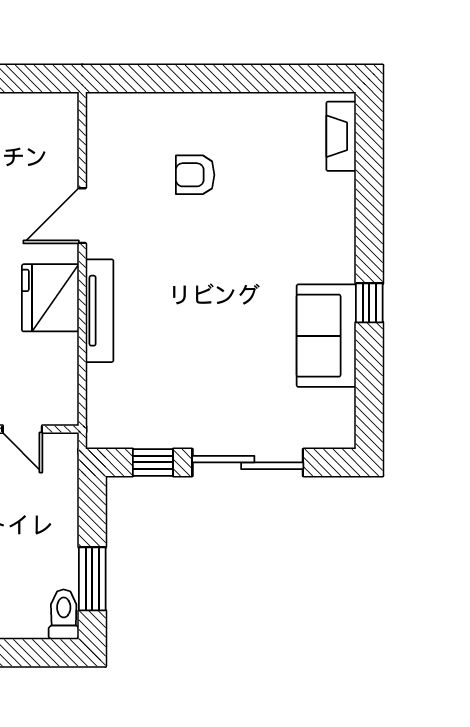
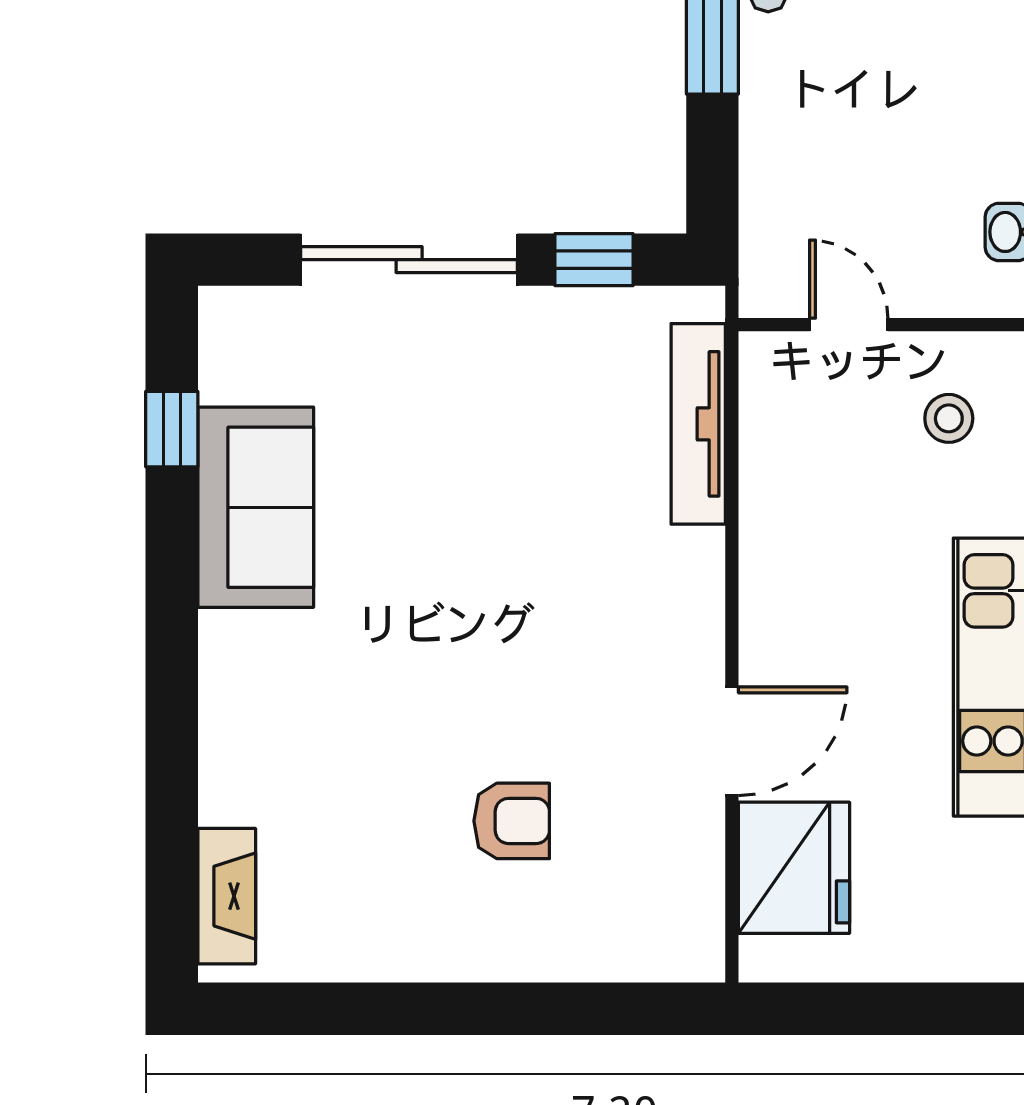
fridge: (50, 298) -> (794, 868), moved
window: (369, 303) -> (172, 429), moved
tv unit: (100, 311) -> (698, 424), moved

